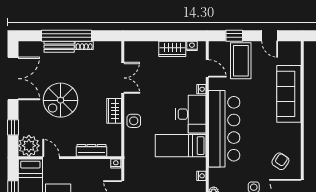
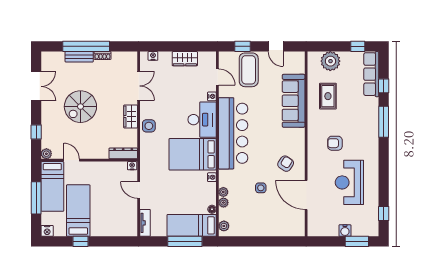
nightstand: (192, 46) -> (153, 56), moved
double door: (13, 79) -> (36, 86), width x0.73
plant: (29, 146) -> (46, 154), width x0.53, depth x0.53
bed: (181, 146) -> (193, 154), width x1.50
dresser: (91, 150) -> (123, 153), moved

